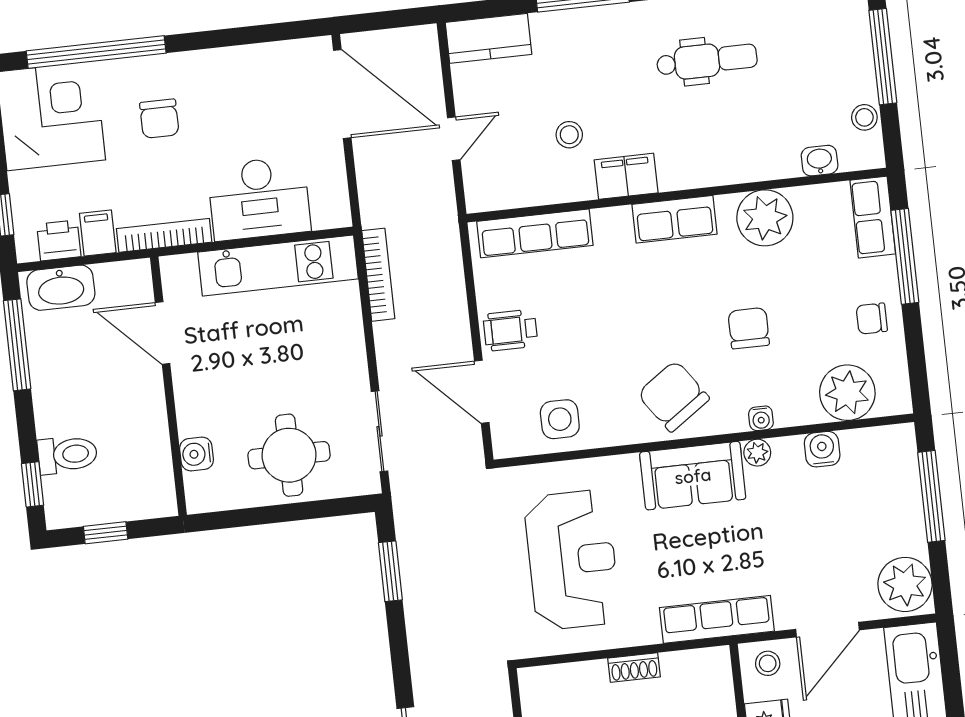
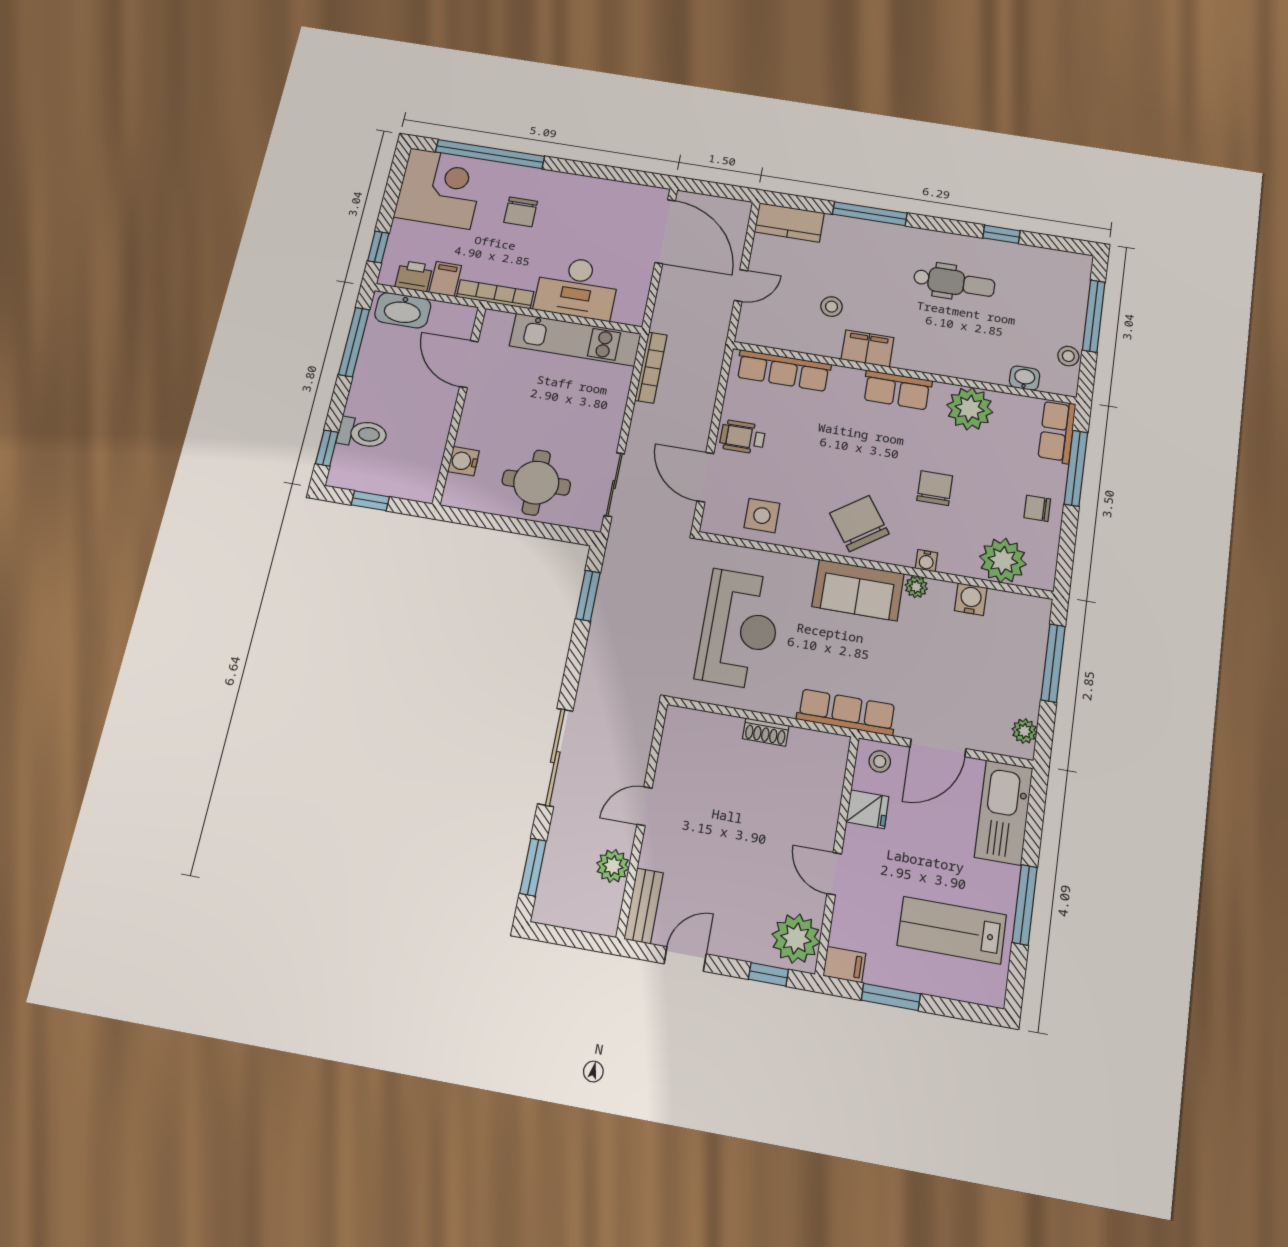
plant: (905, 584) -> (1024, 731), width x0.53, depth x0.53

